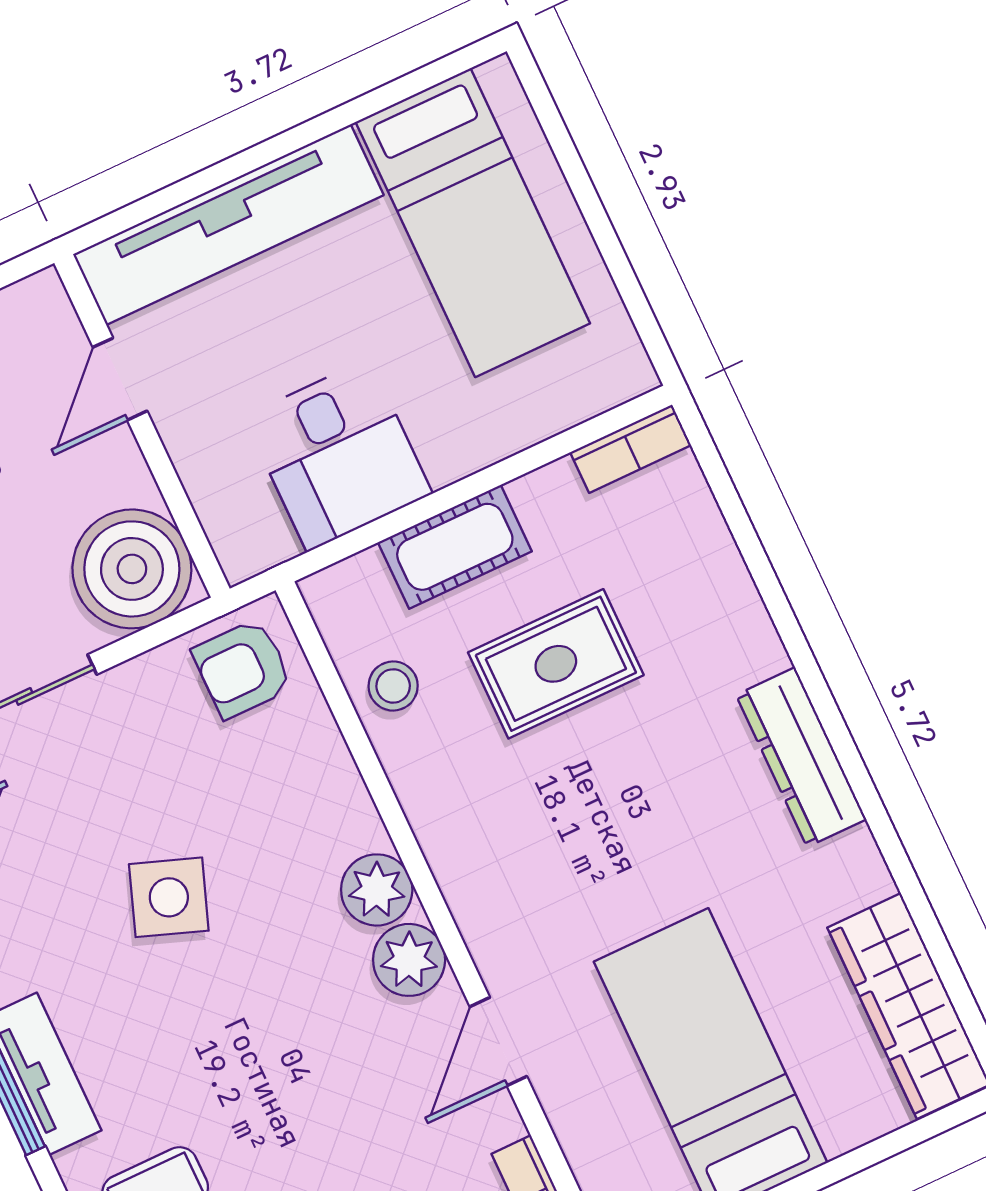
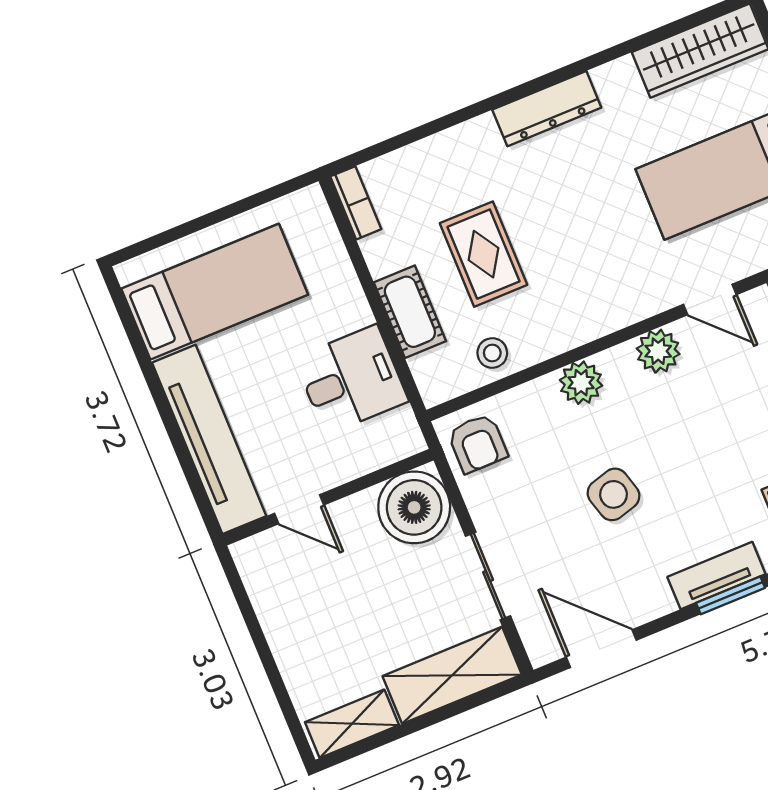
plant: (377, 890) -> (581, 383), moved
side table: (169, 897) -> (614, 494), turned -36

